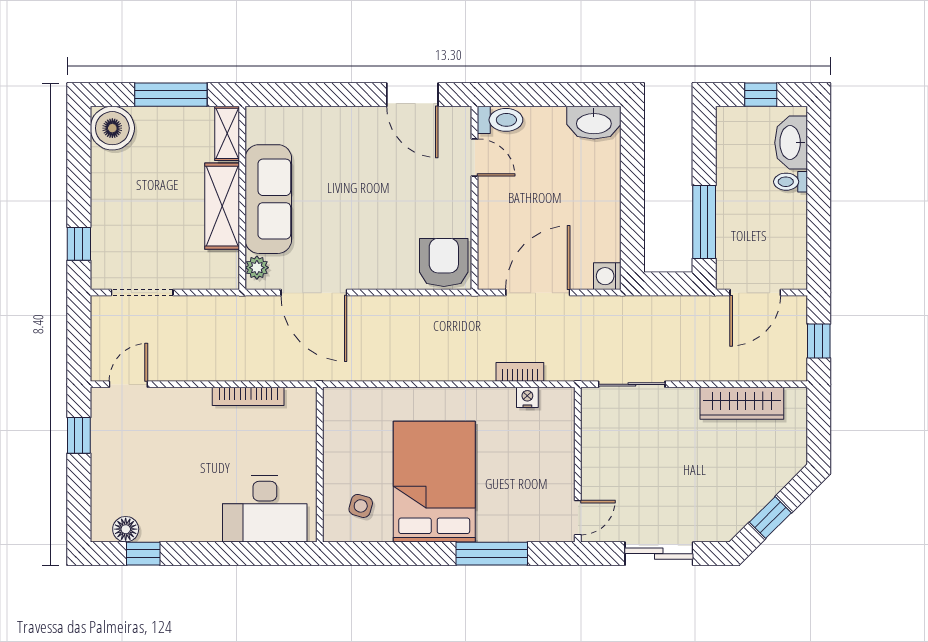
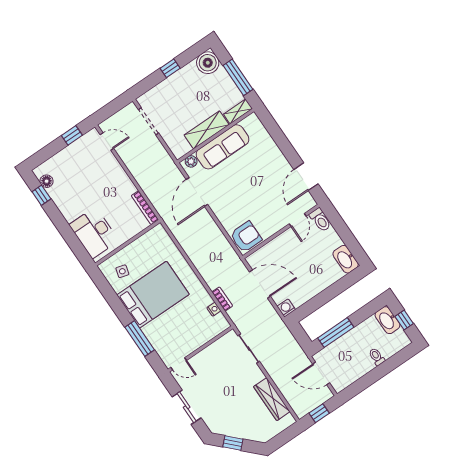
washbasin: (791, 143) -> (387, 320), moved, turned -90
window: (79, 244) -> (170, 68), moved
bookcase: (248, 396) -> (145, 208), moved

